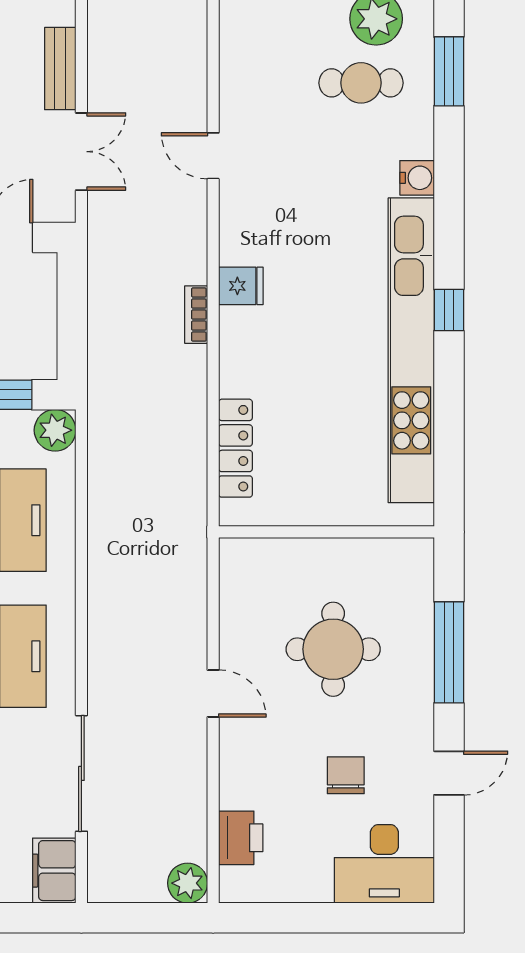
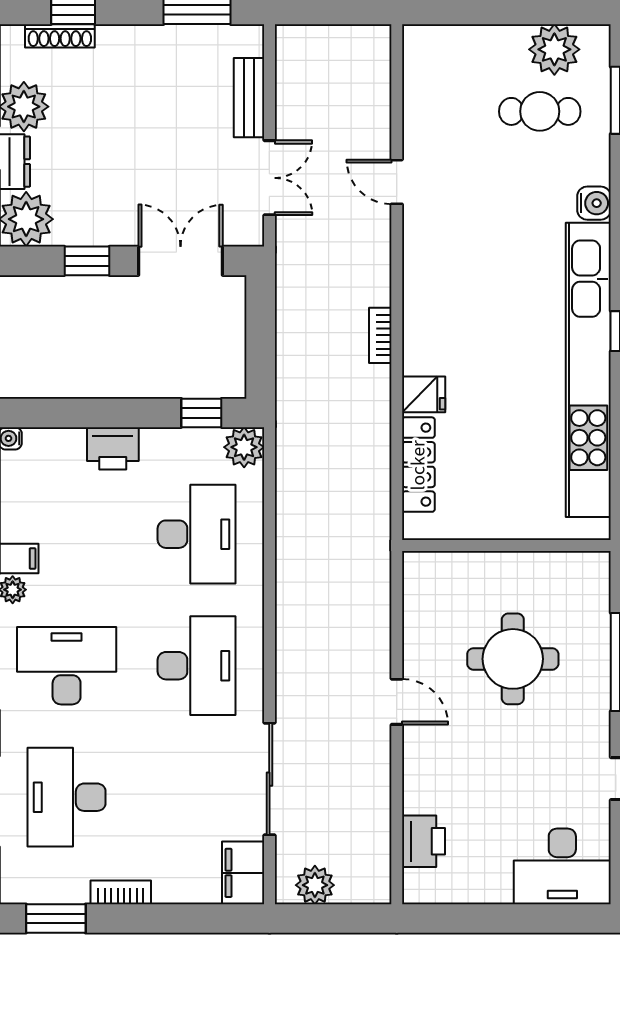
fridge: (241, 286) -> (424, 394), moved
chair: (346, 775) -> (525, 781), removed
plant: (188, 883) -> (315, 885), moved

